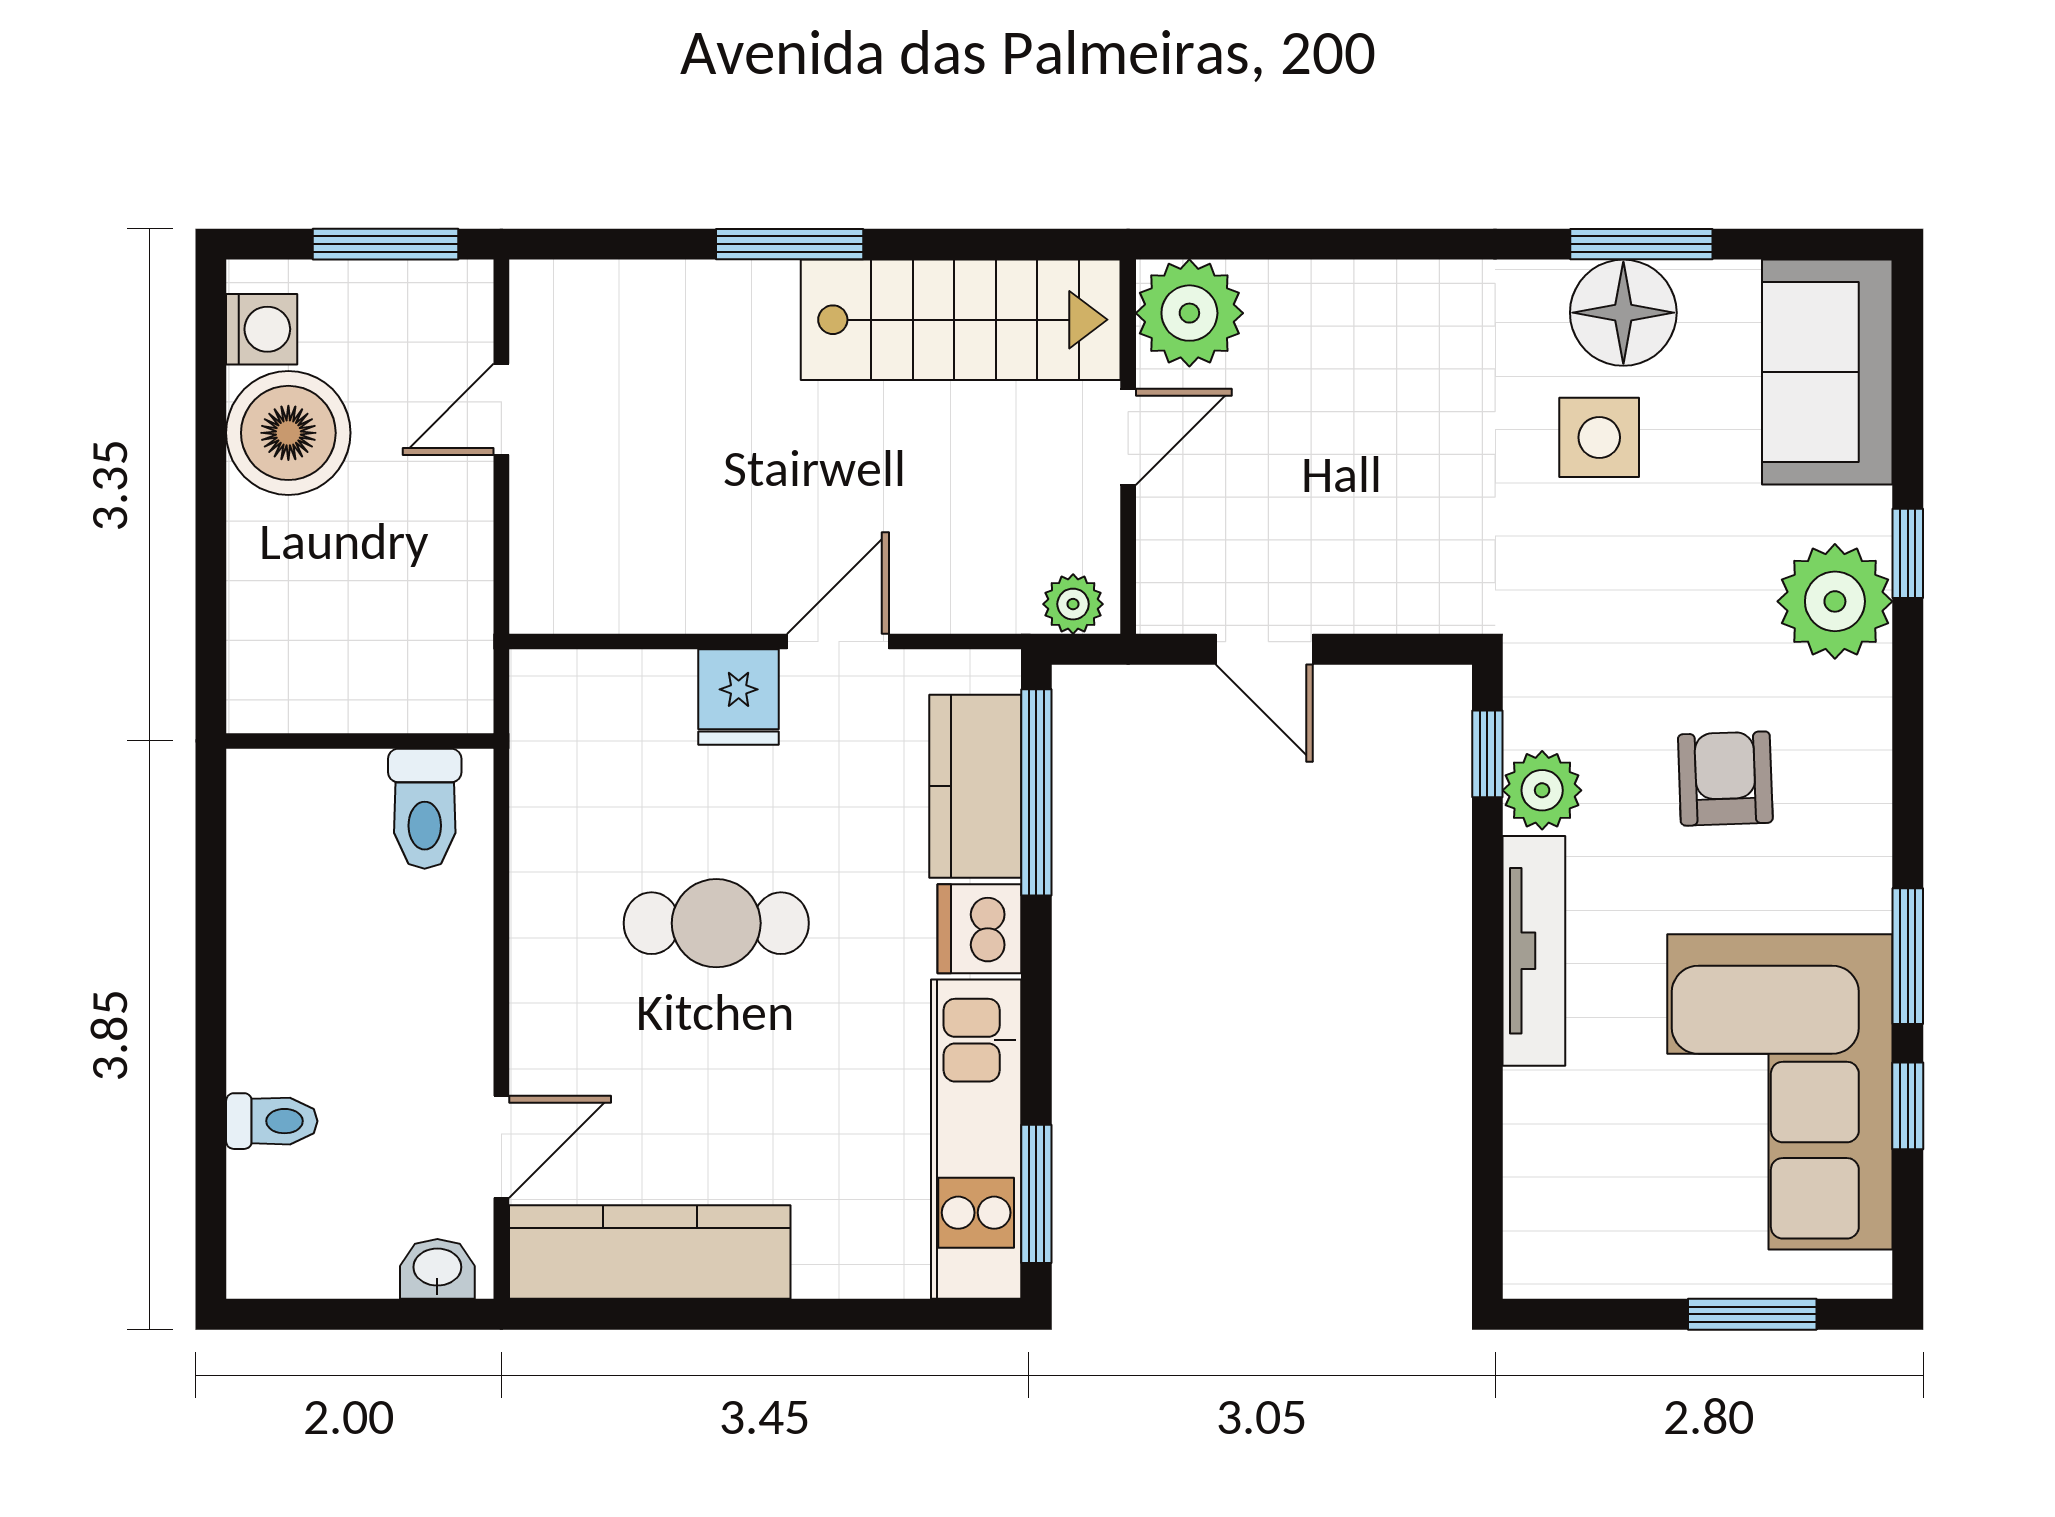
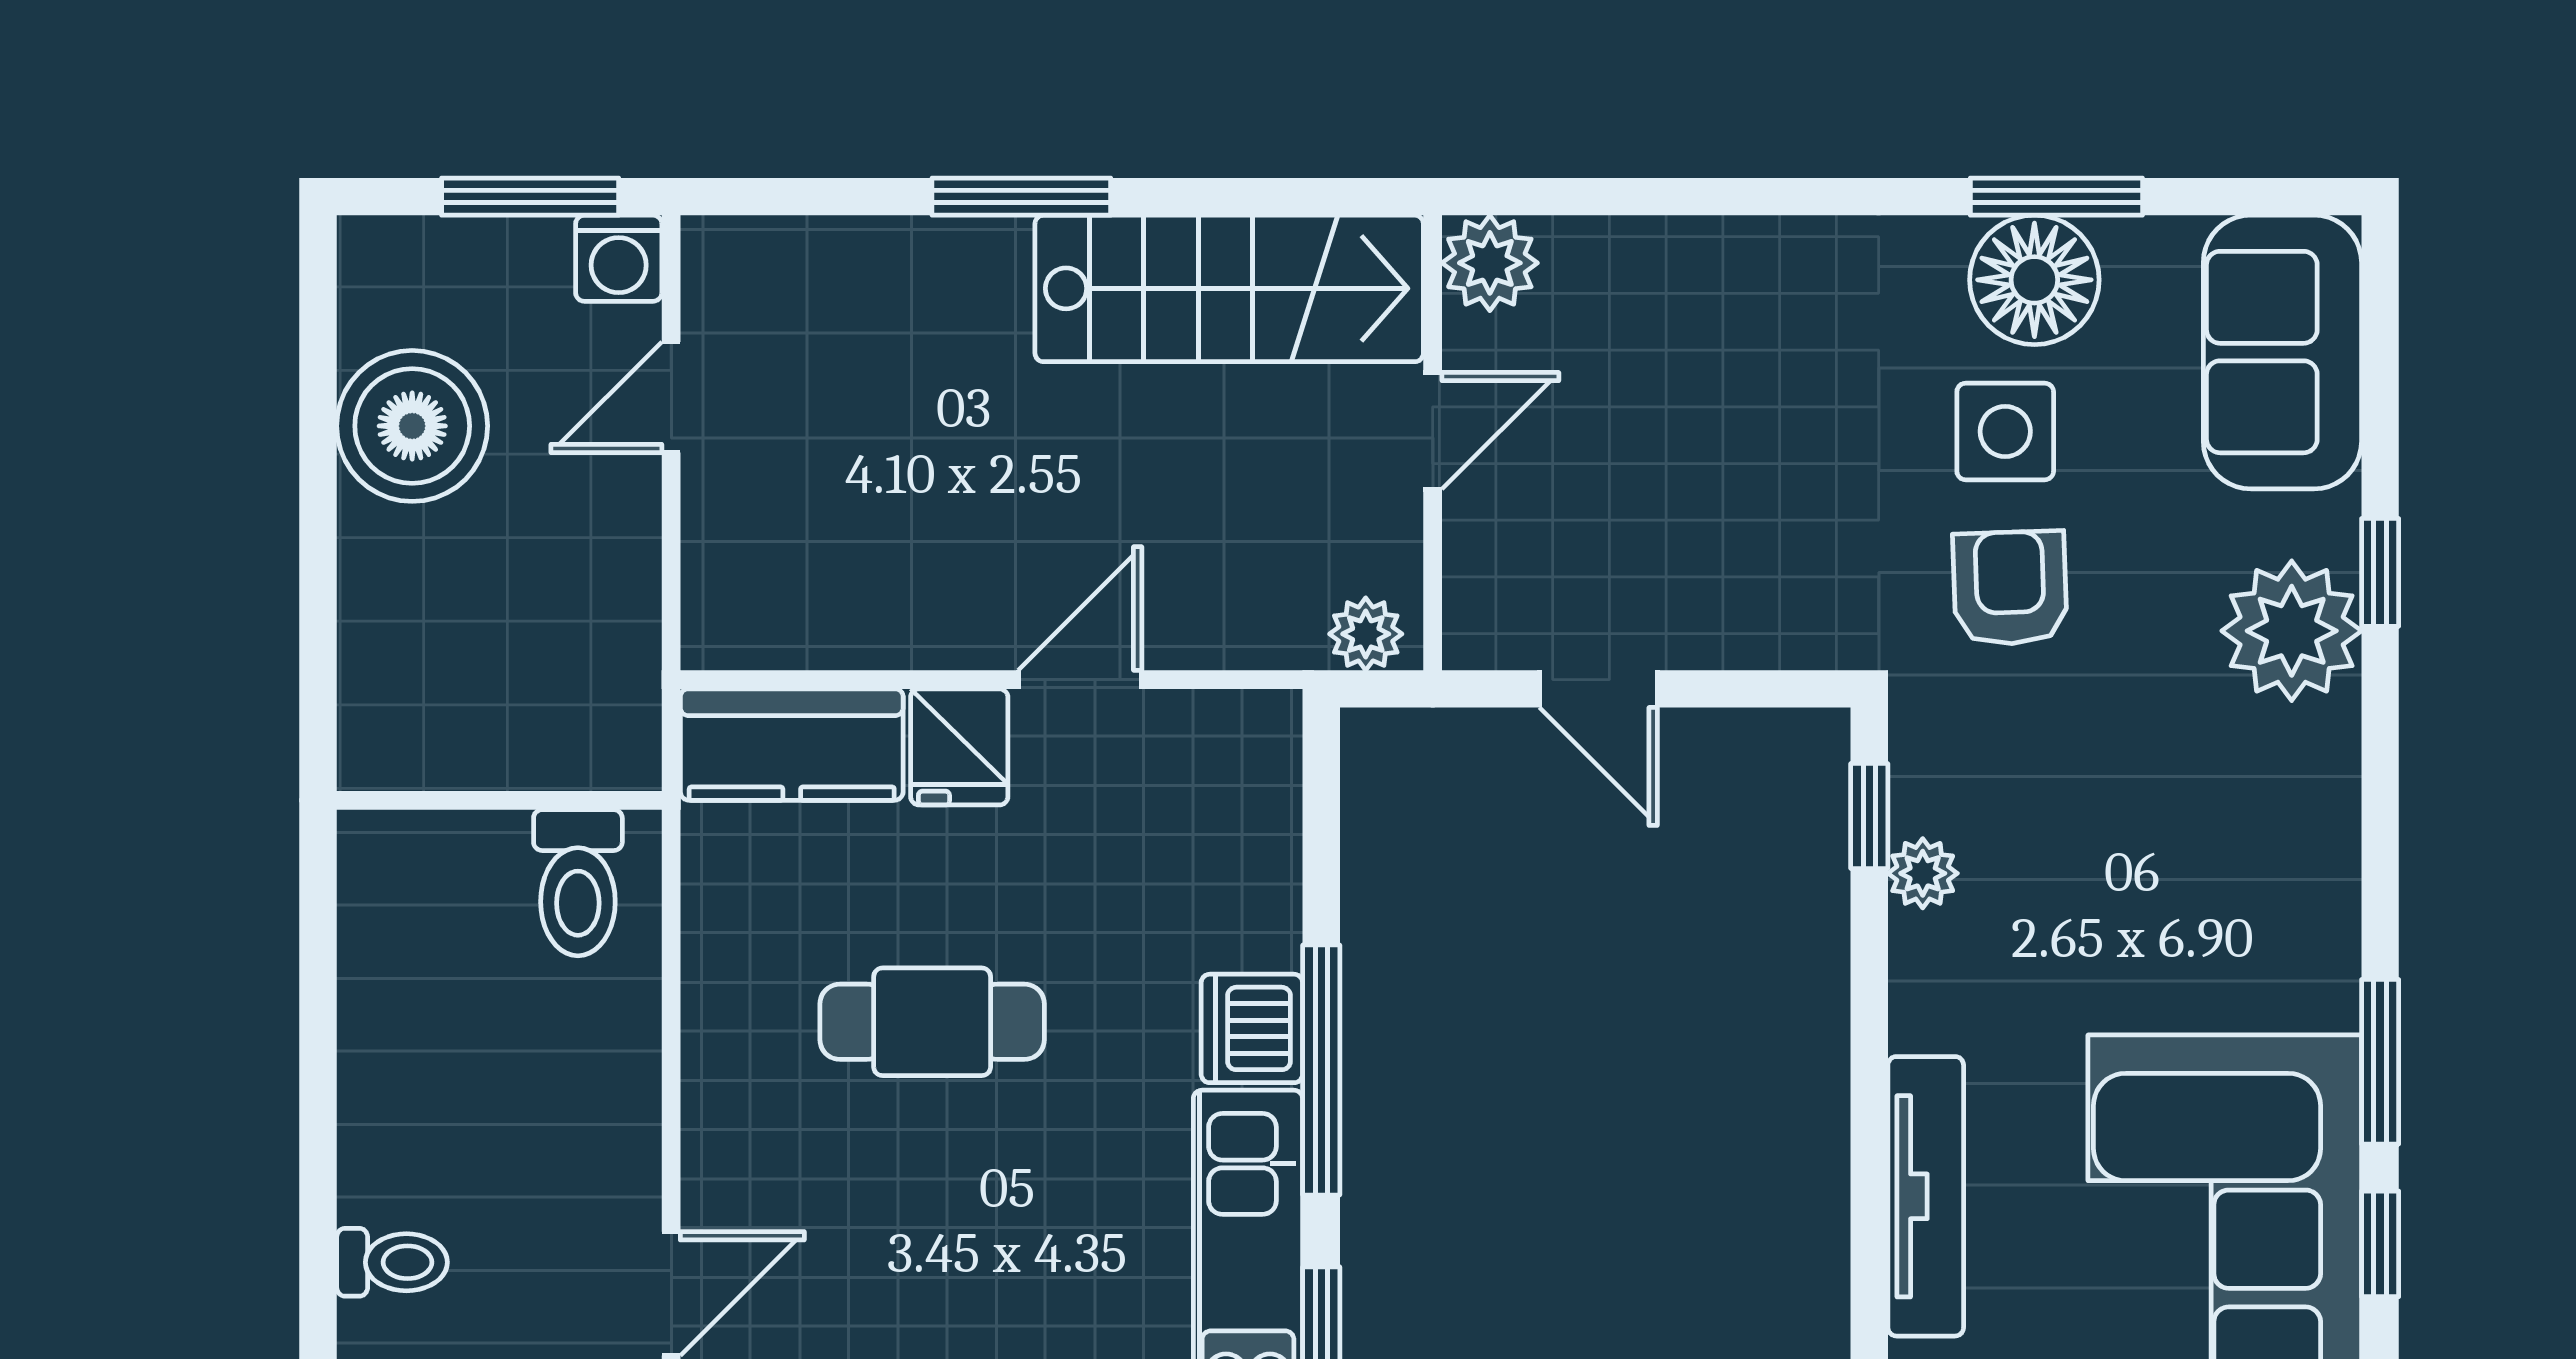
plant: (1189, 313) -> (1490, 263), width x0.73, depth x0.73
washing machine: (262, 329) -> (619, 258), moved, turned 90
armchair: (1725, 779) -> (2010, 588), moved
kitchen counter: (975, 786) -> (792, 745), moved, turned -90
plant: (1542, 790) -> (1923, 873), width x0.73, depth x0.73
window: (1036, 792) -> (1321, 1070), moved
tv unit: (1534, 951) -> (1926, 1196), moved

